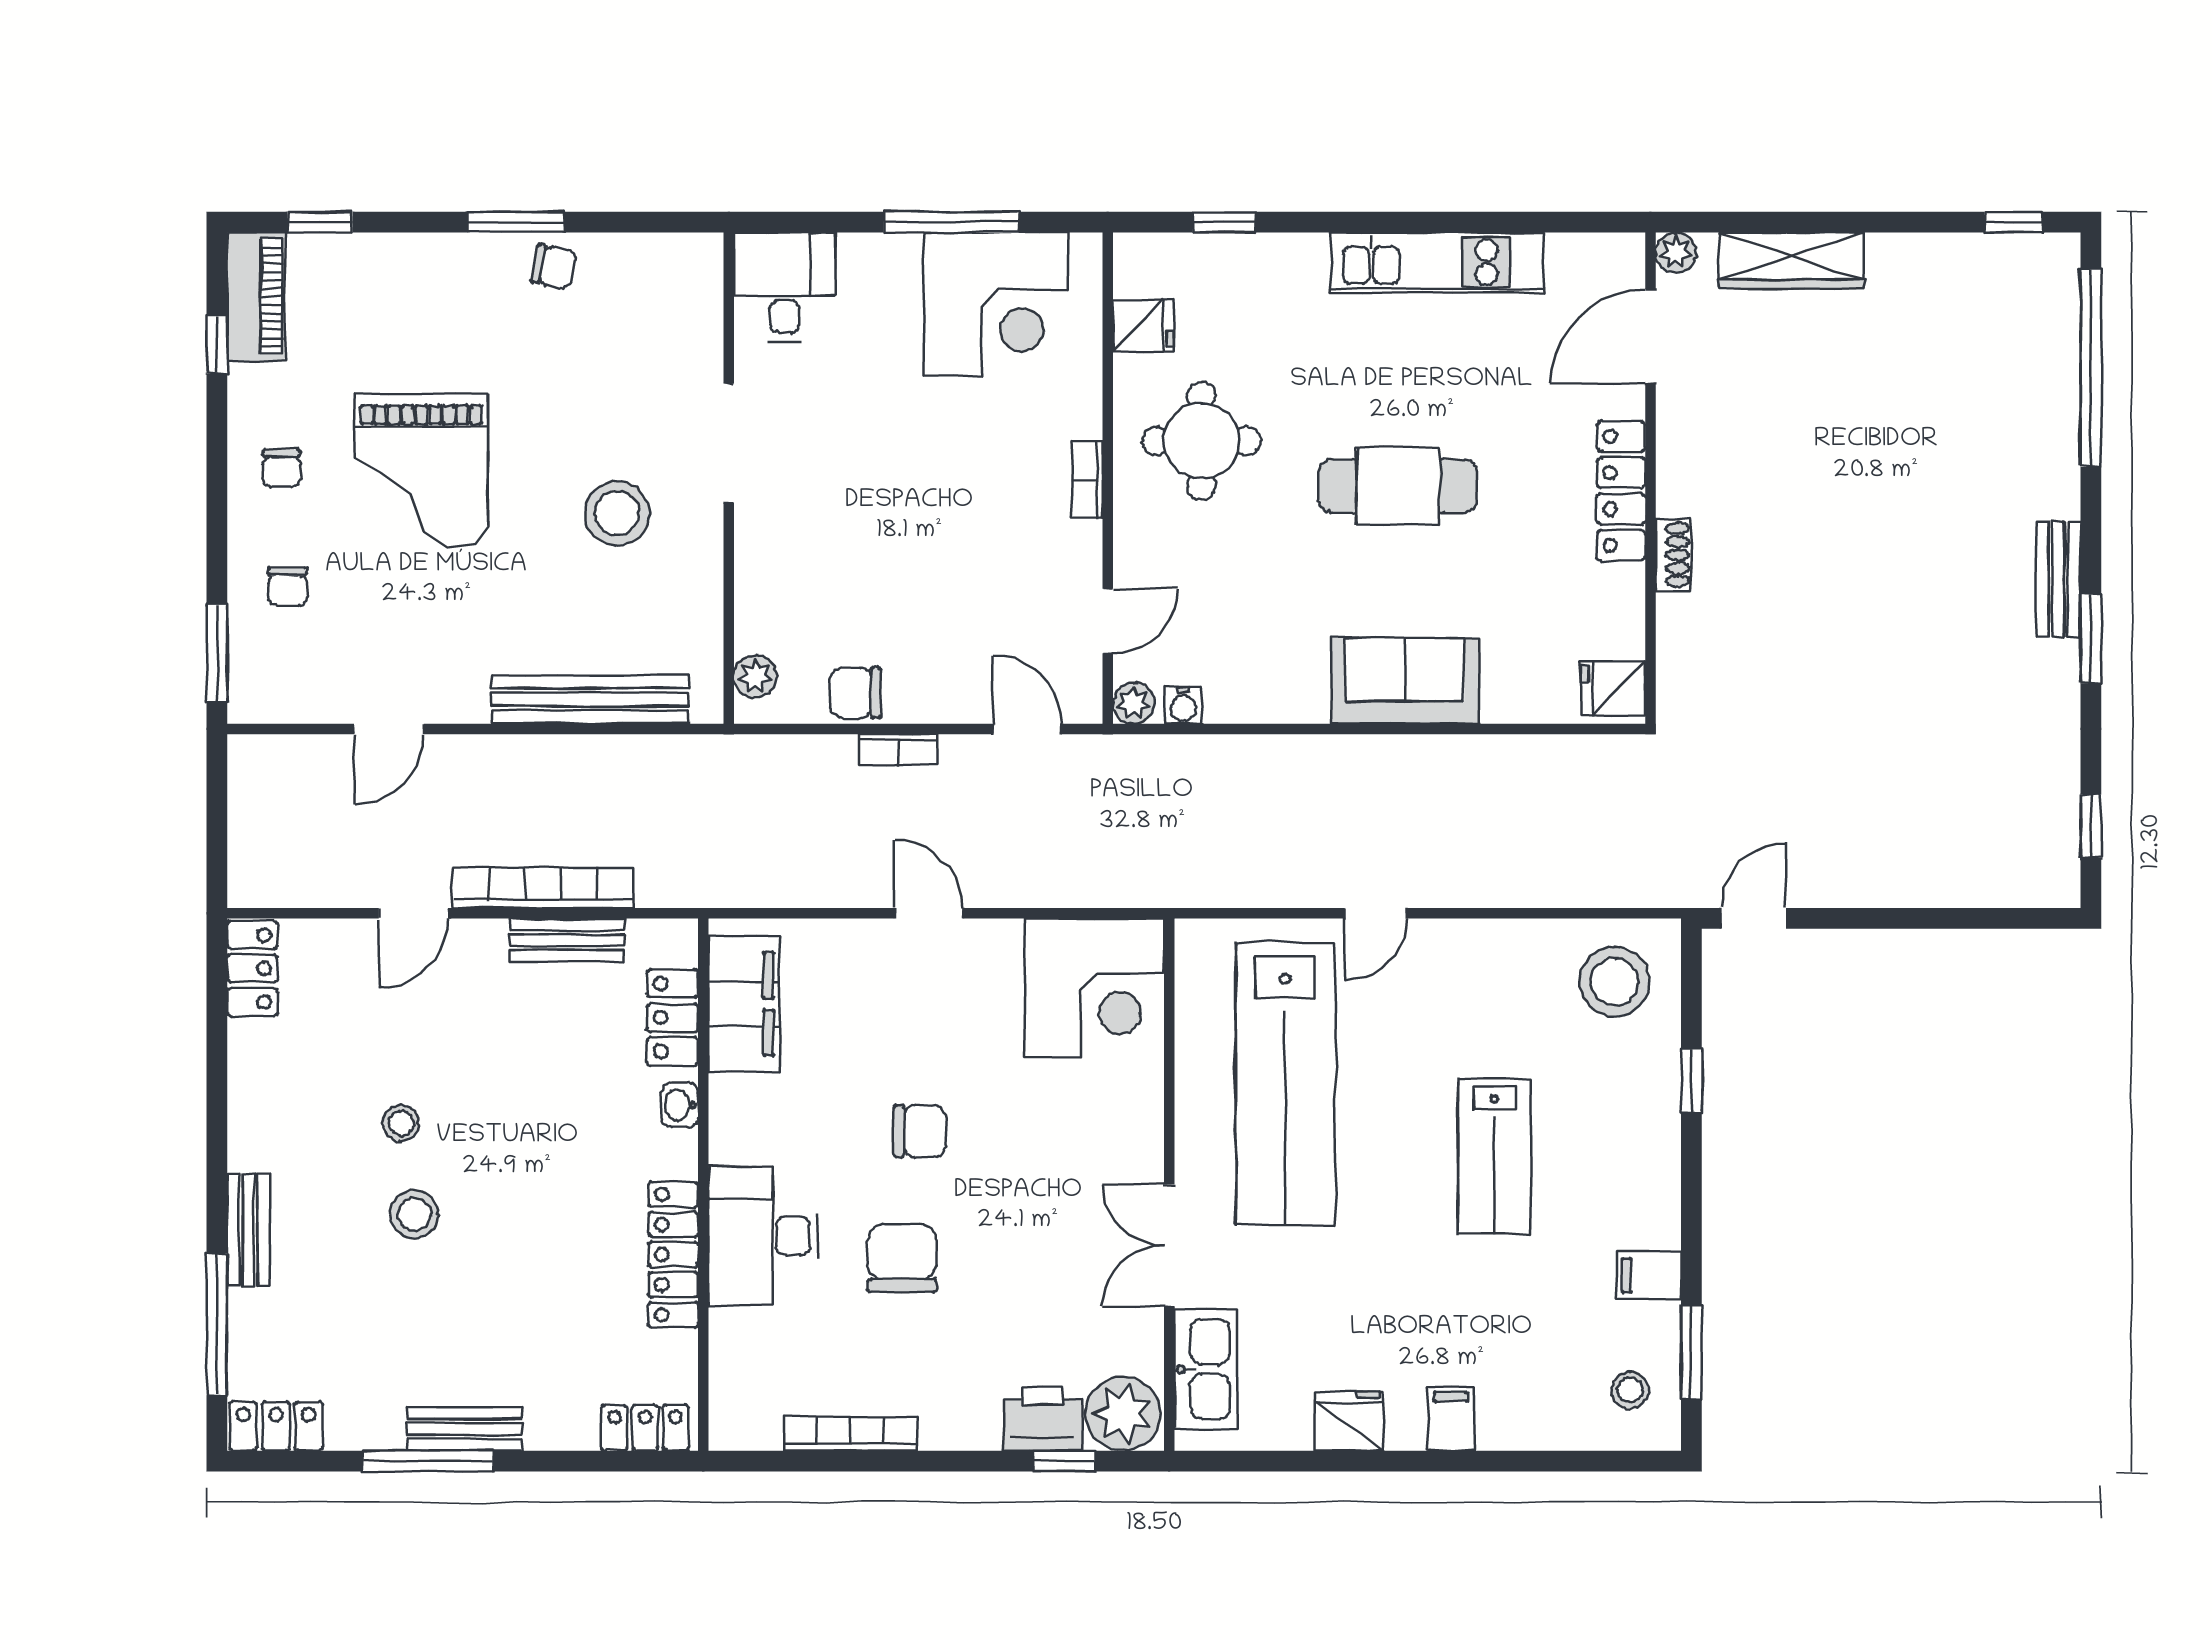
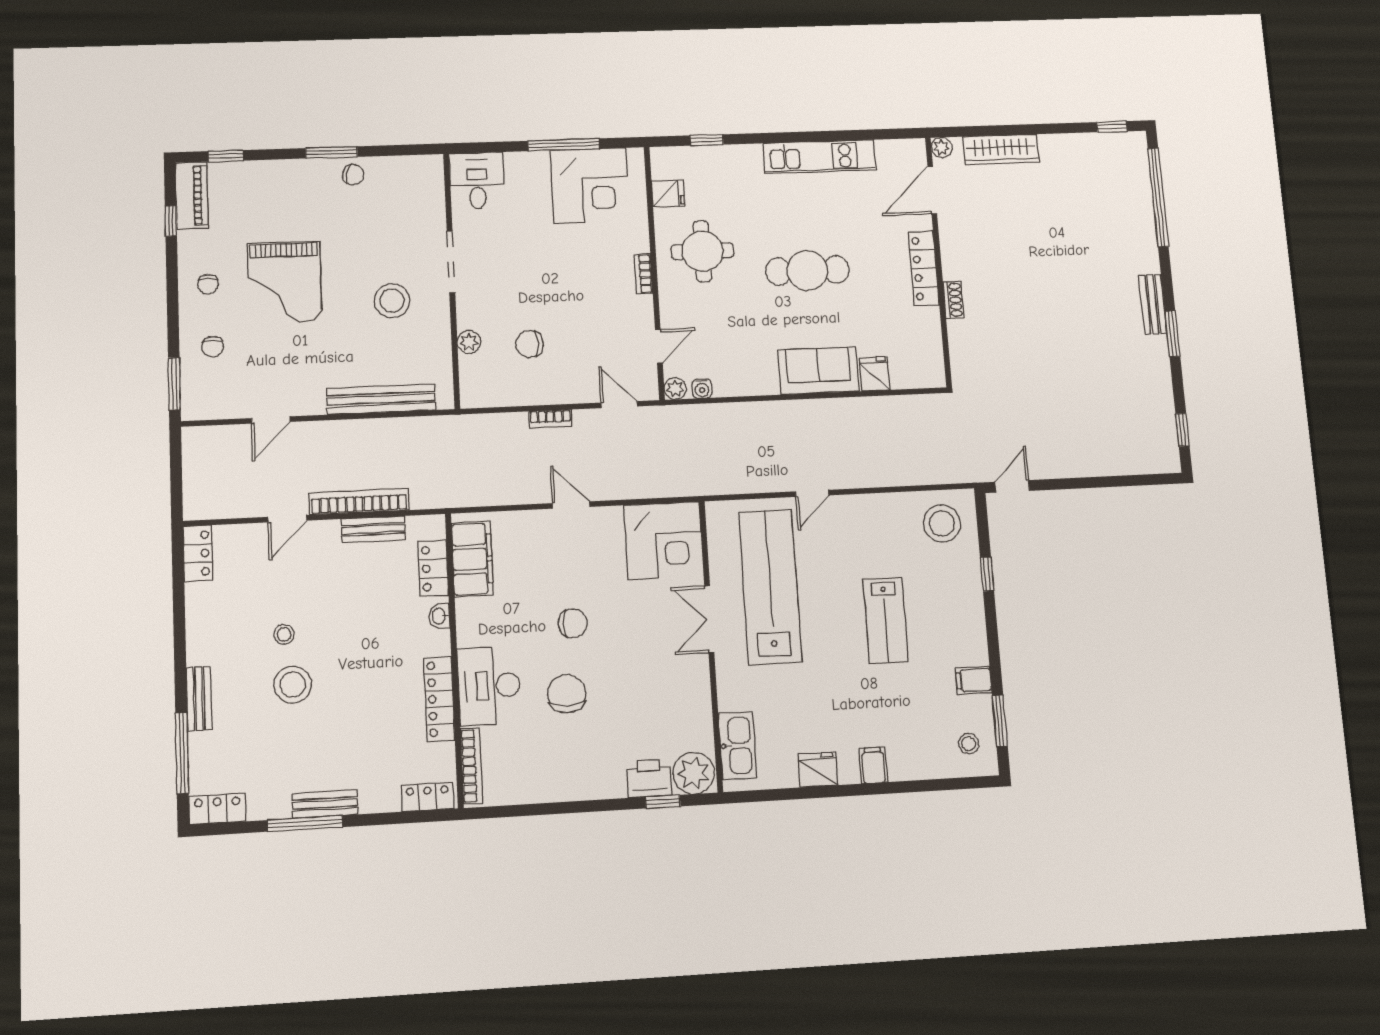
plant: (756, 676) -> (469, 342), moved
fridge: (1613, 689) -> (874, 374), moved, turned 90
chair: (856, 693) -> (530, 344), moved
lab bench: (1285, 1083) -> (770, 587), turned 180
stool: (414, 1214) -> (293, 685), width x1.38, depth x1.38
double door: (1169, 1246) -> (709, 619), moved
bookcase: (851, 1434) -> (471, 766), moved, turned 90

